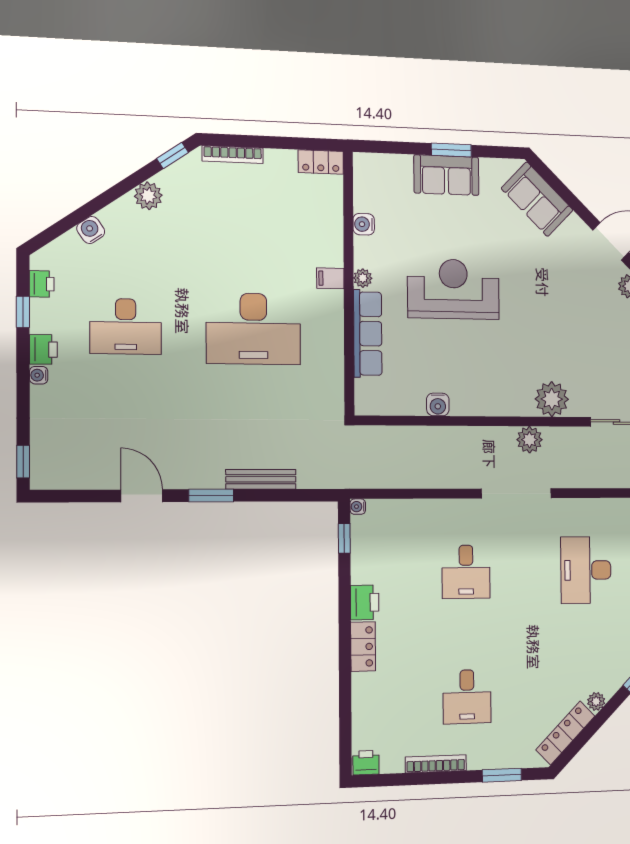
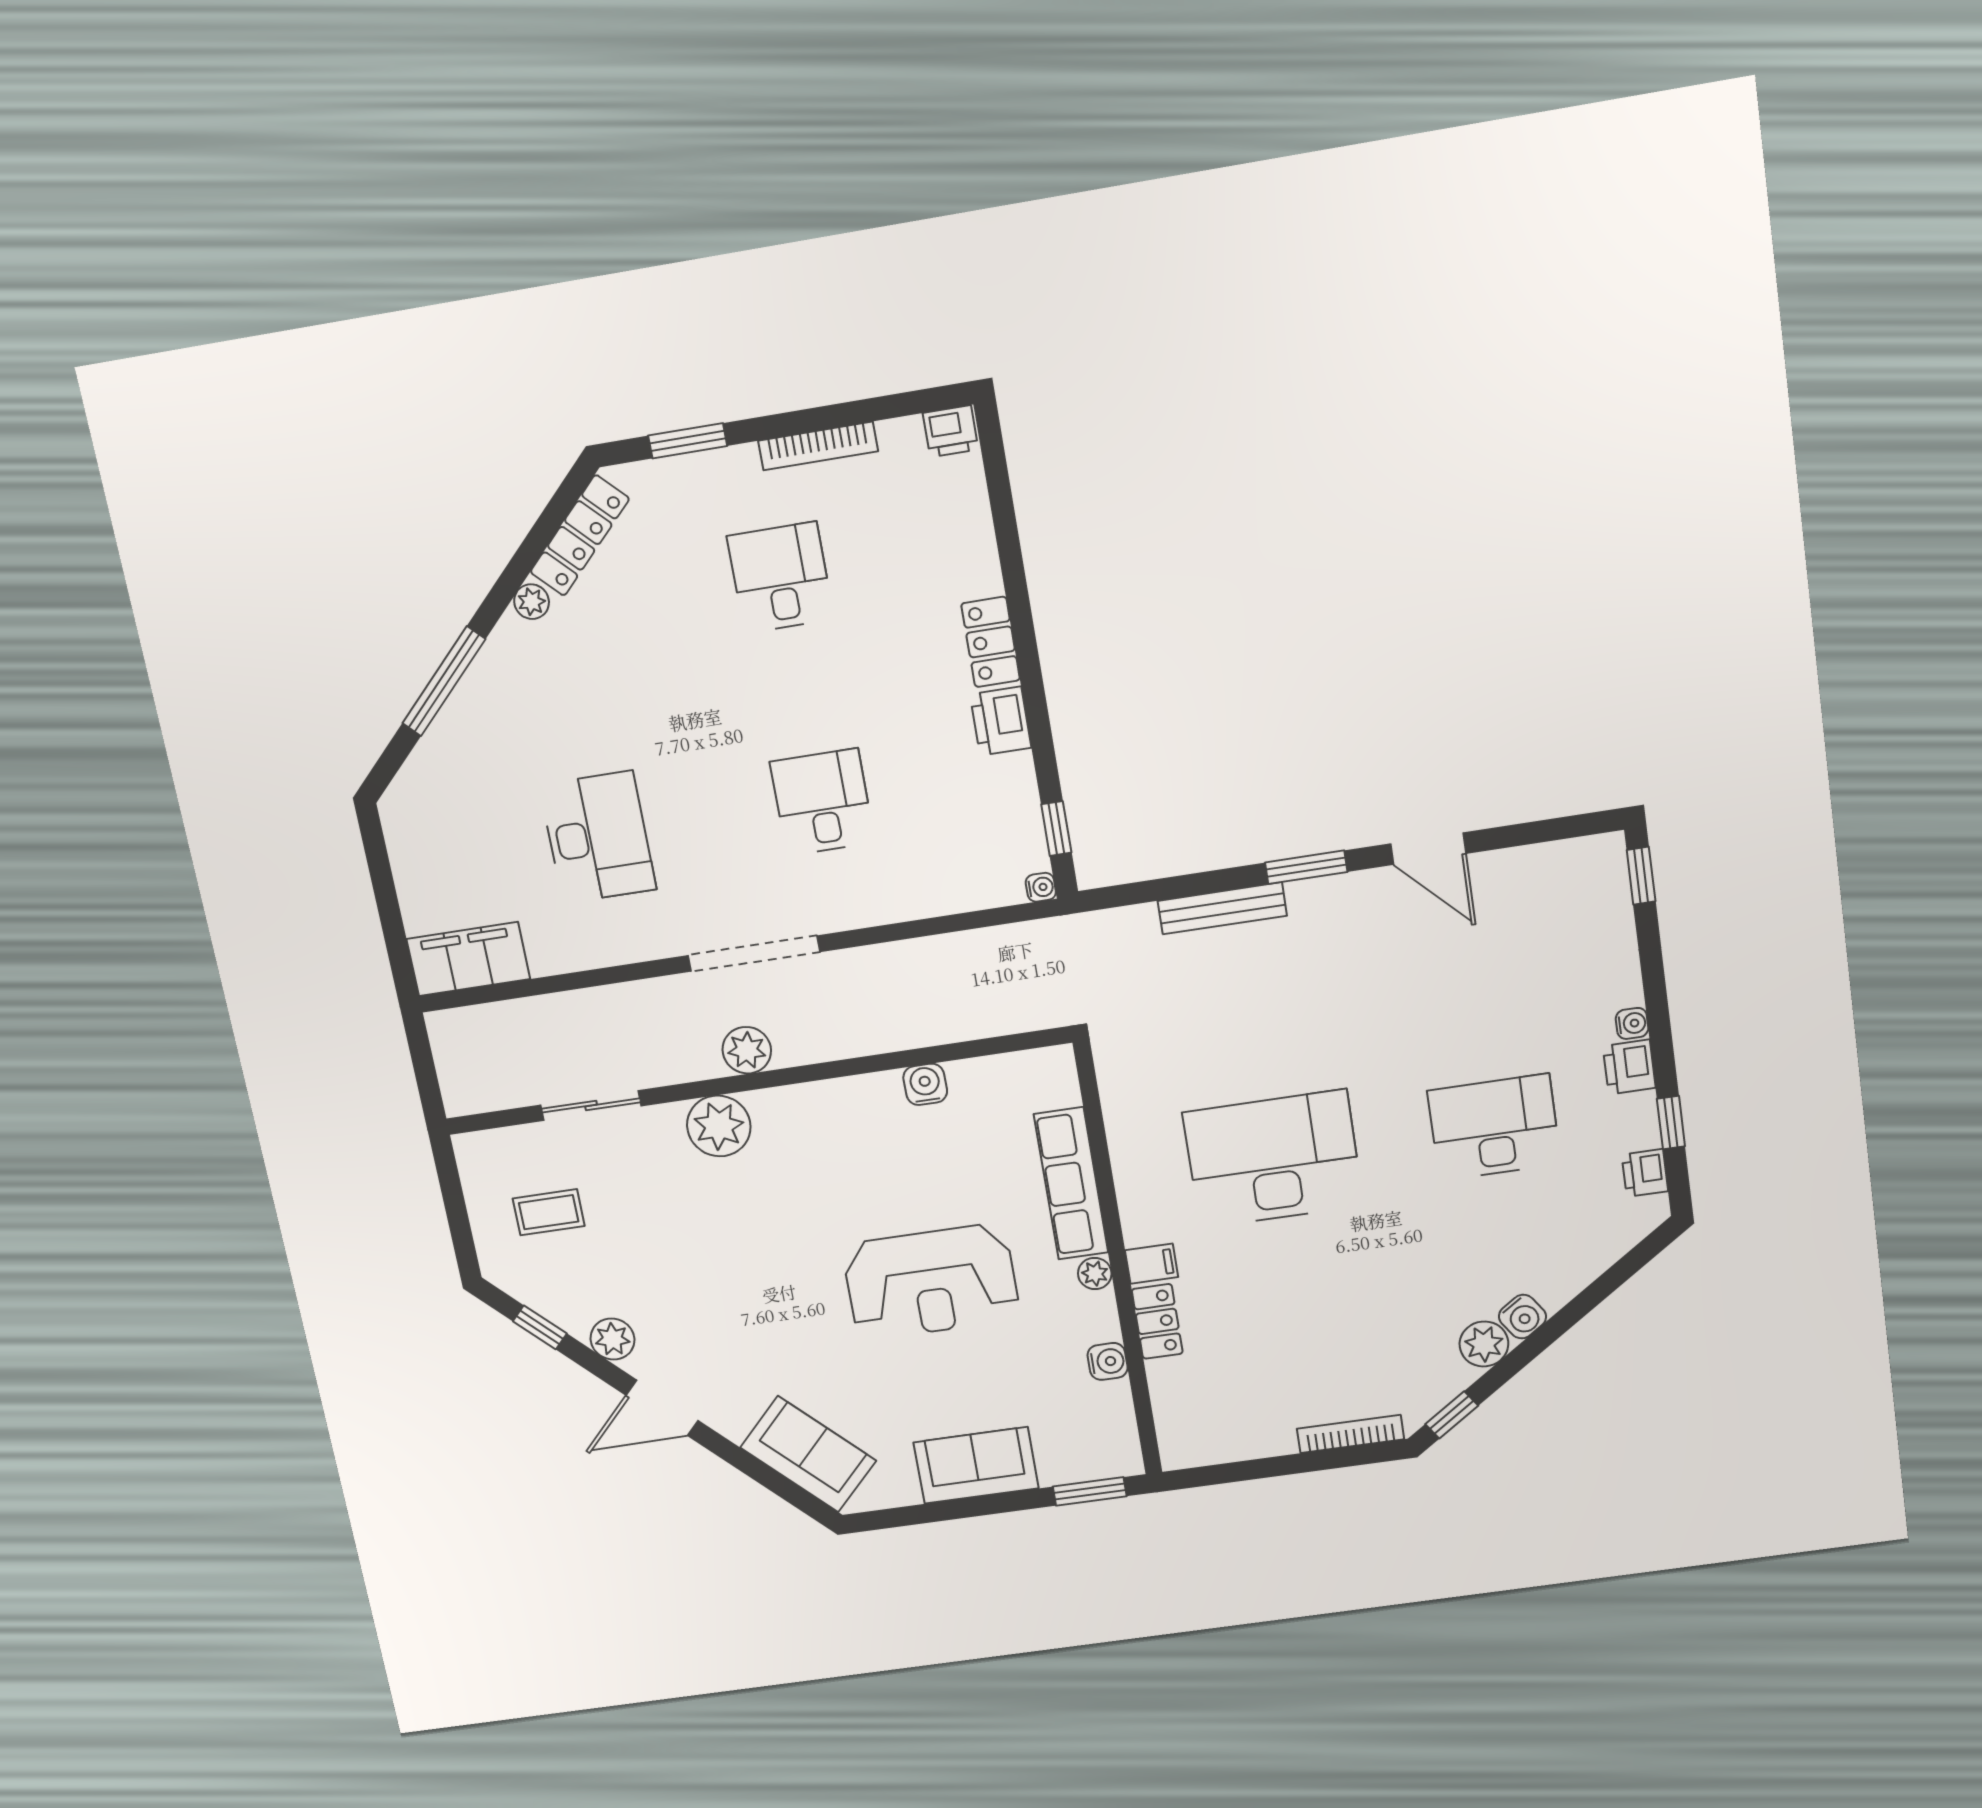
window: (451, 150) -> (1090, 1491), moved
locker: (321, 162) -> (1157, 1321), moved, turned 90
water cooler: (91, 230) -> (1522, 1317), moved

